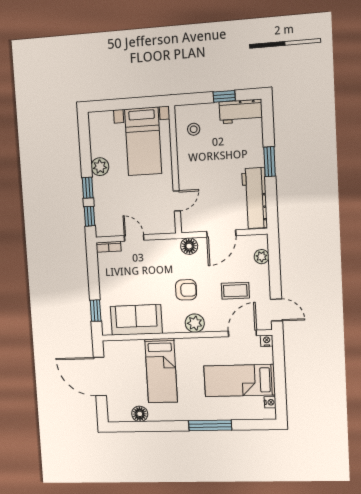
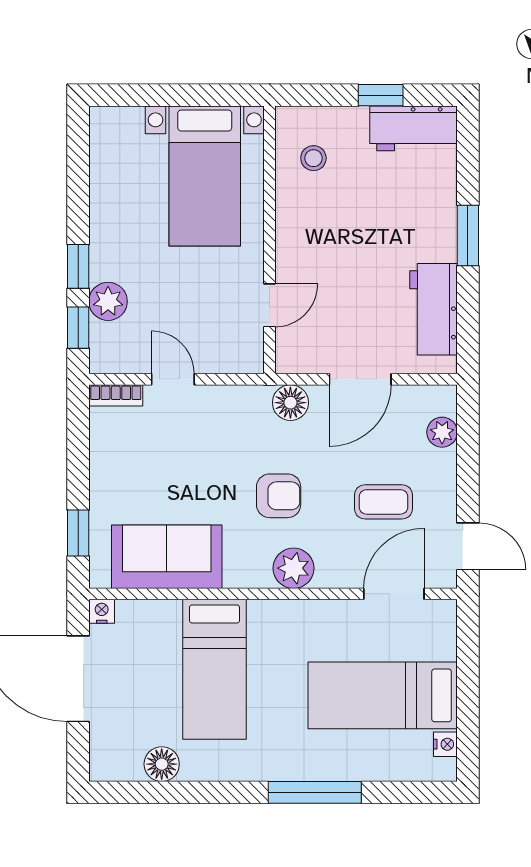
plant: (100, 167) -> (108, 301), moved
workbench: (255, 198) -> (433, 309), width x0.73
nightstand: (267, 341) -> (102, 611), moved

